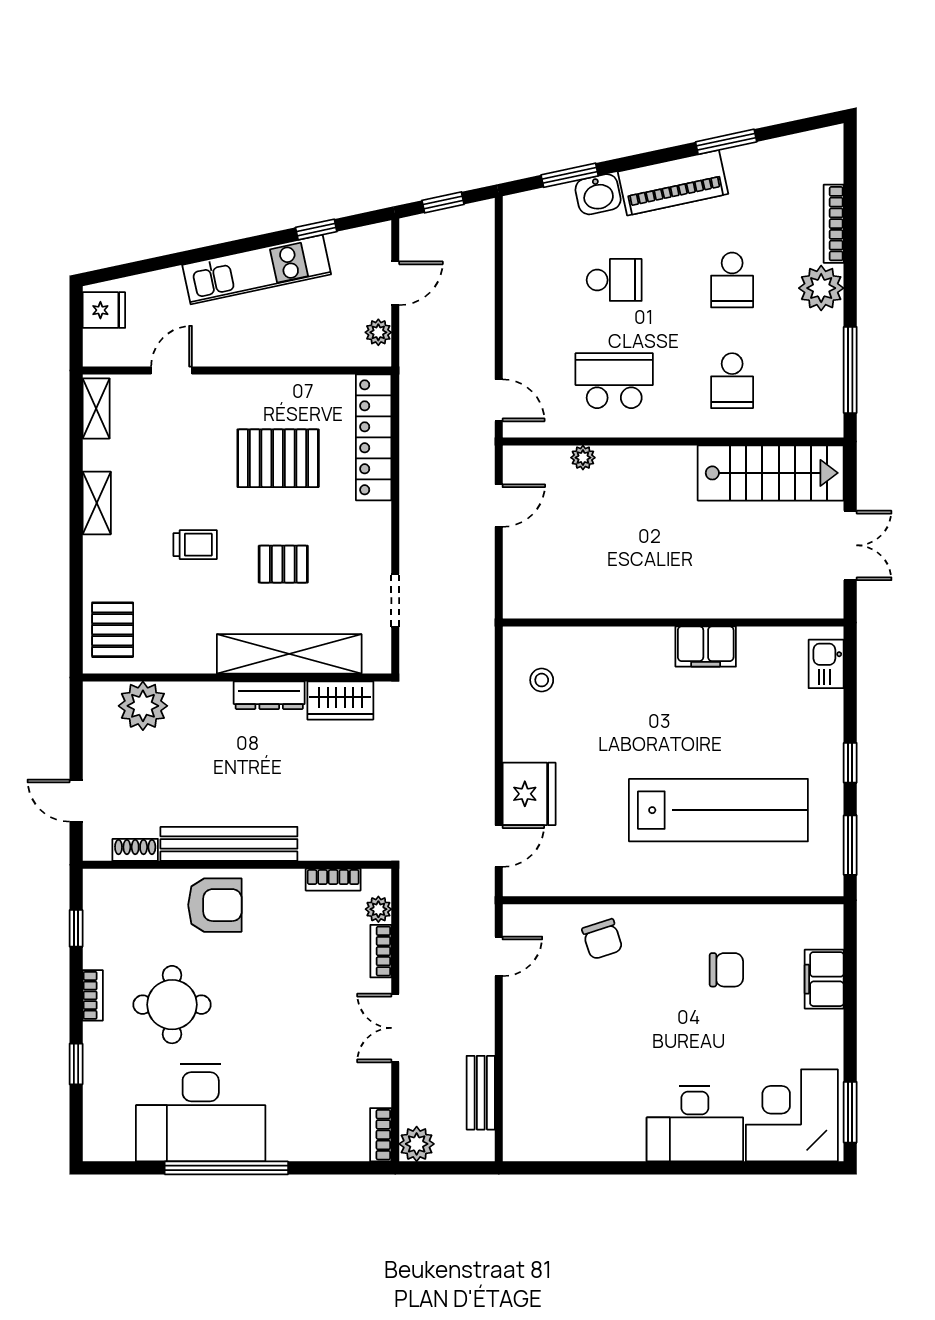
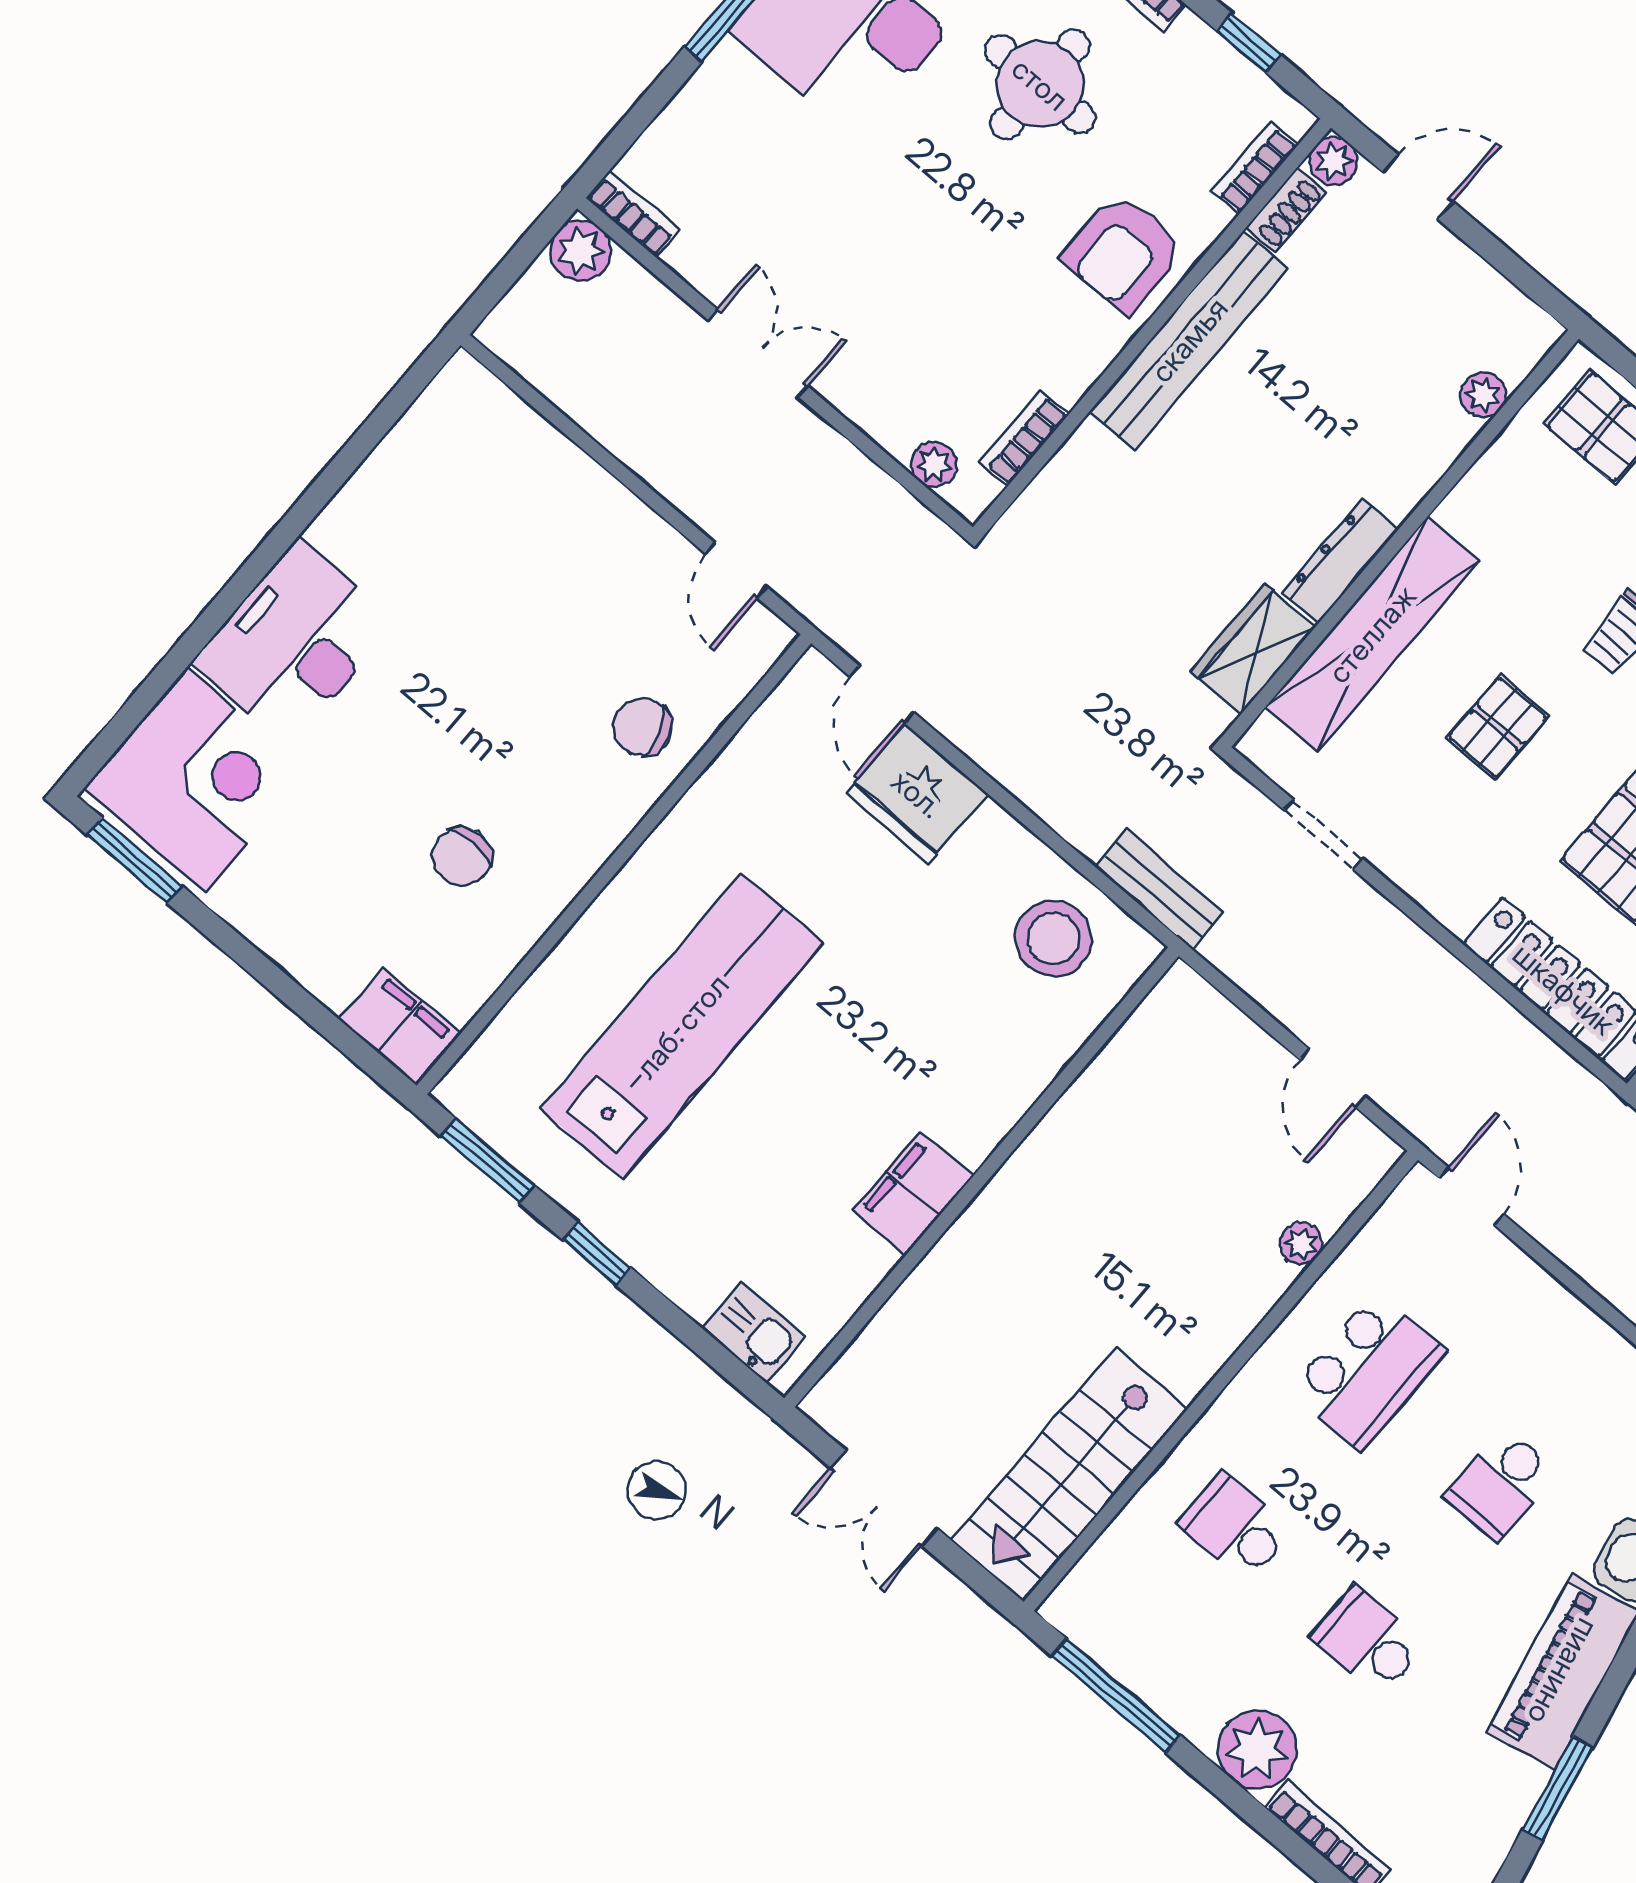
door: (499, 400) -> (1472, 1196), swing flipped
stool: (542, 680) -> (1053, 939), width x1.89, depth x1.89
plant: (143, 706) -> (1483, 395), width x0.53, depth x0.53
lab bench: (718, 810) -> (682, 1026), turned 180
plant: (96, 847) -> (1334, 161), added
bookcase: (381, 951) -> (1255, 168), moved, turned -90
filing cabinet: (824, 979) -> (400, 1027), moved
bench: (481, 1093) -> (1159, 890), moved

